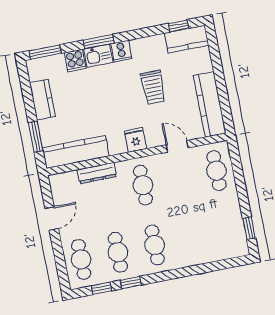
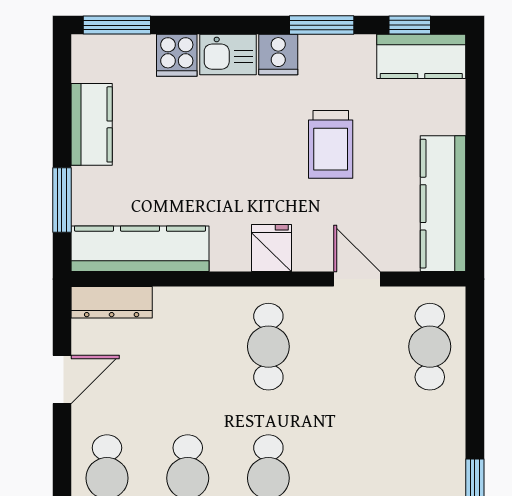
window: (99, 42) -> (322, 25), moved
dresser: (97, 173) -> (112, 302), moved

